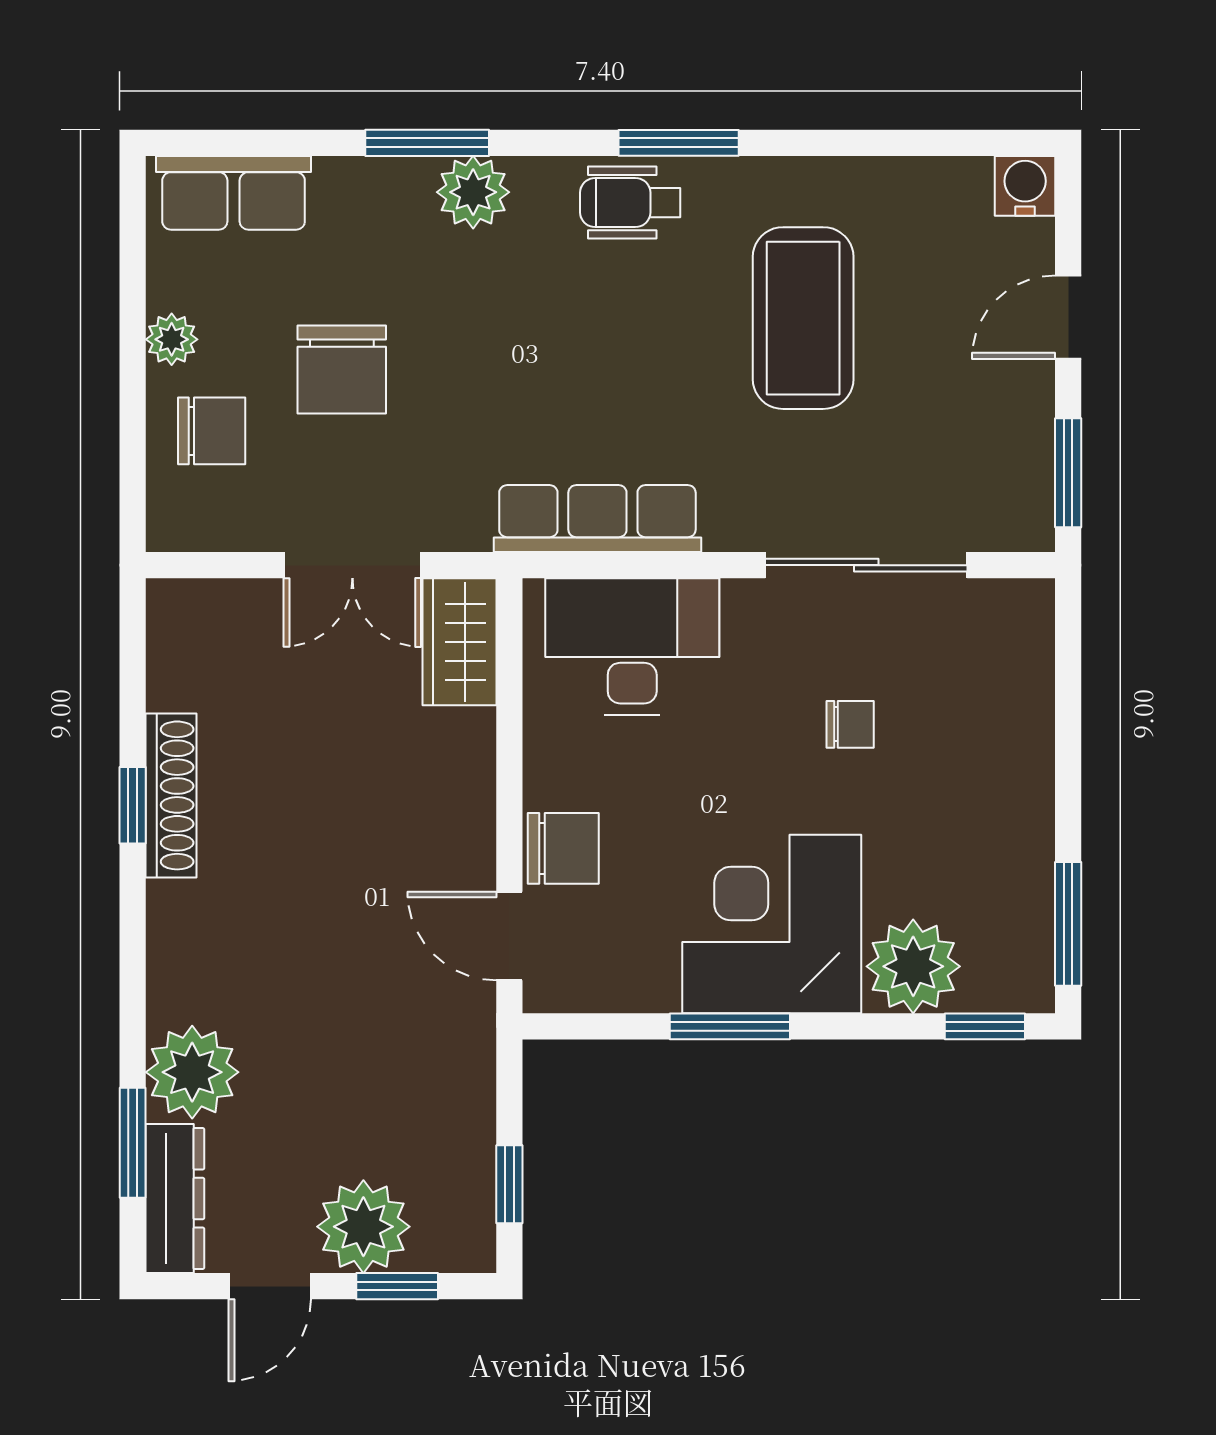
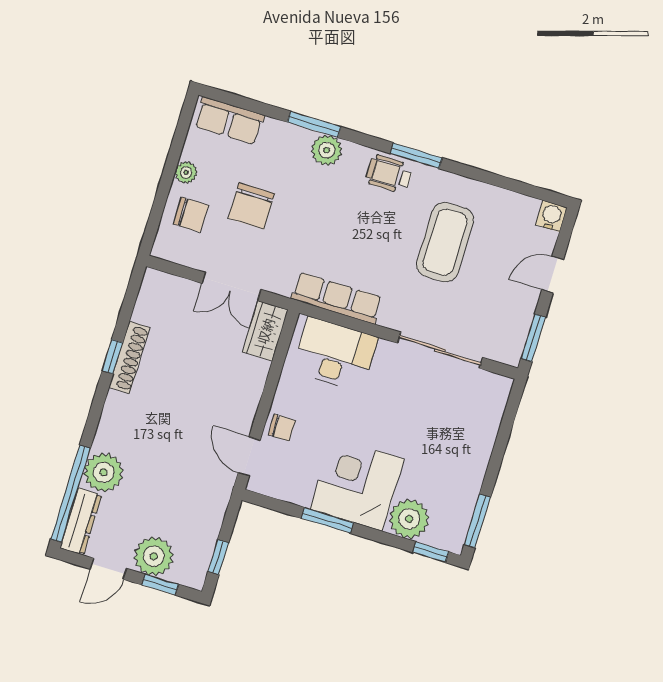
chair: (850, 724) -> (414, 413), removed
chair: (563, 848) -> (282, 428), width x0.73, depth x0.73
window: (133, 1143) -> (71, 494), width x2.11

